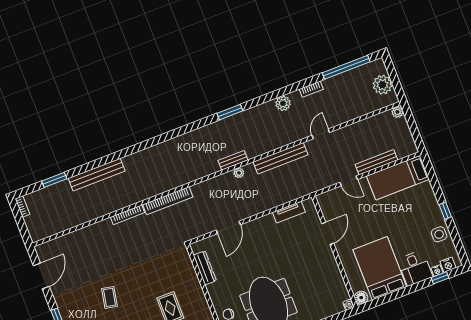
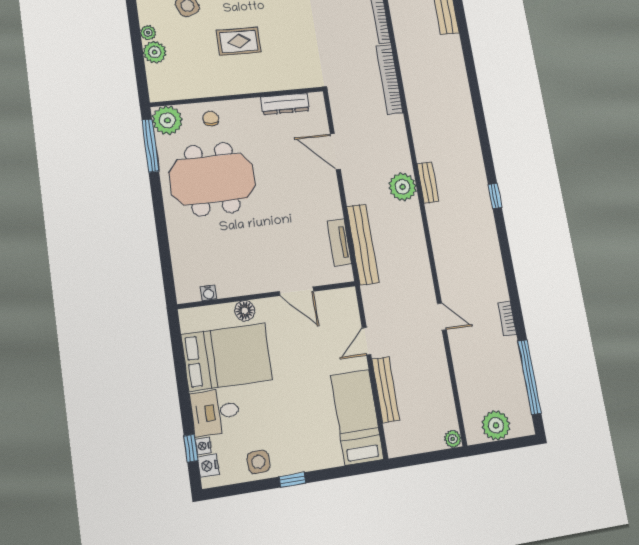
plant: (283, 103) -> (494, 273), removed
window: (230, 112) -> (495, 196), width x0.67
bench: (280, 158) -> (363, 244), moved
plant: (239, 173) -> (403, 187), width x1.87, depth x1.87
floor lamp: (361, 298) -> (245, 311), moved
water cooler: (348, 305) -> (208, 293), moved

